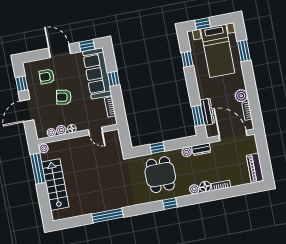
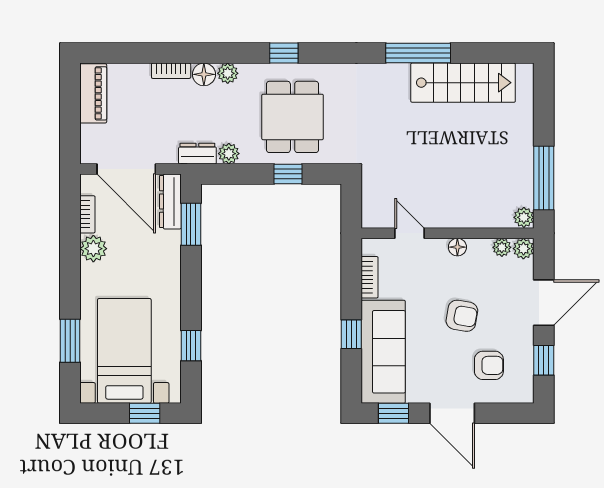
dresser: (207, 112) -> (170, 202), moved
plant: (61, 130) -> (523, 249), moved
stairs: (55, 185) -> (463, 83), moved, turned -90

